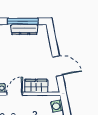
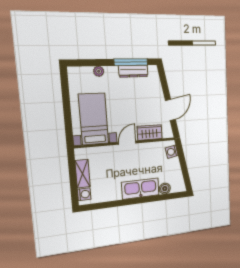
door: (58, 66) -> (170, 110), hinge flipped

